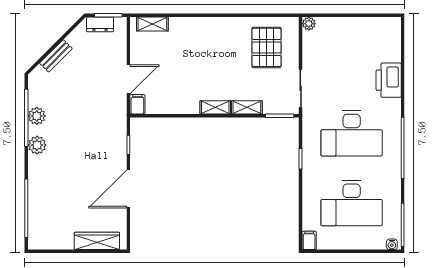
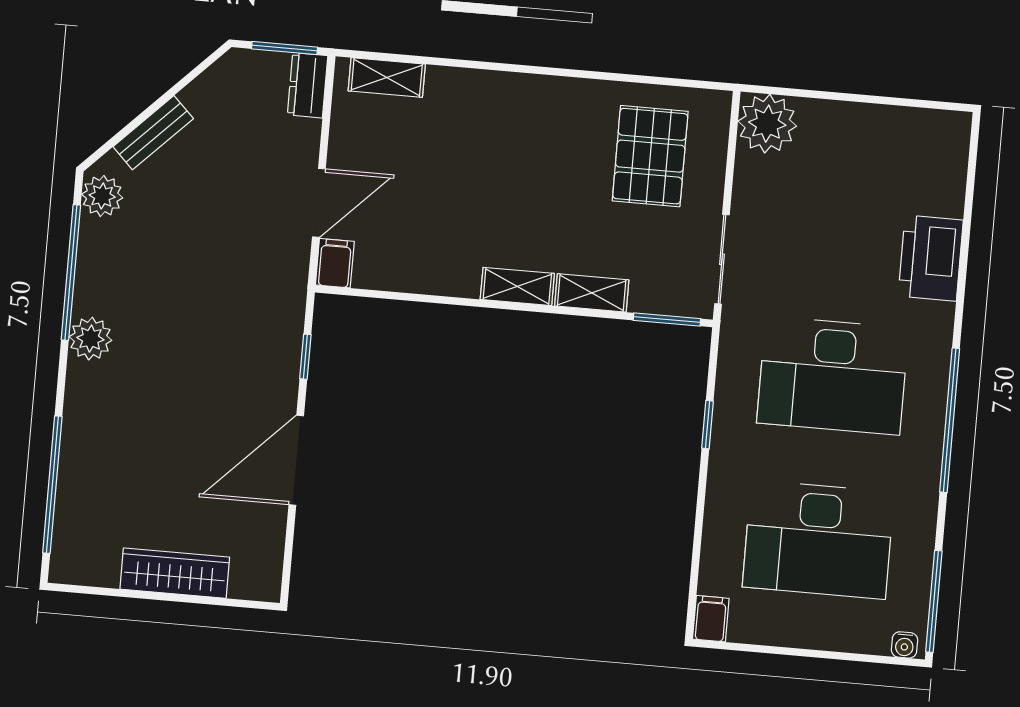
dresser: (100, 24) -> (308, 85), moved, turned 90
plant: (309, 24) -> (767, 124), width x1.88, depth x1.88
plant: (37, 116) -> (102, 196), moved
wardrobe: (97, 241) -> (175, 573), moved

